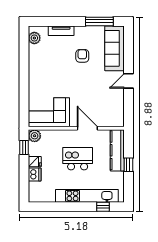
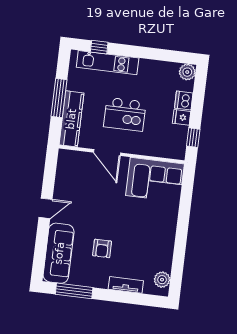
plant: (35, 136) -> (187, 72), moved
window: (128, 165) -> (59, 98), width x2.17
kitchen unit: (87, 196) -> (108, 63), width x0.73

